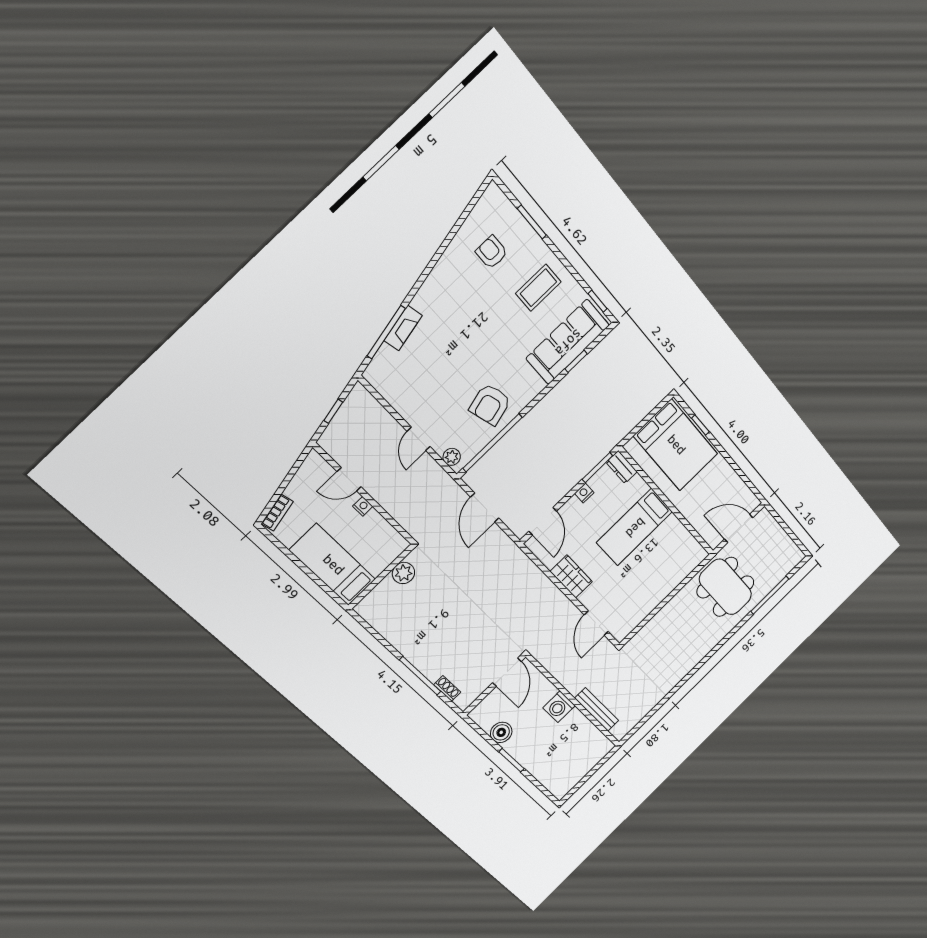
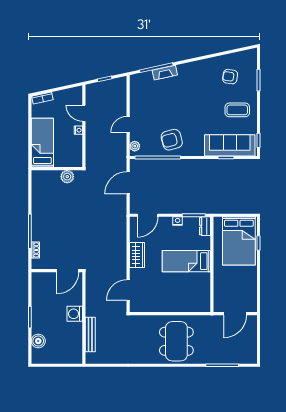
armchair: (492, 252) -> (230, 77), turned -81
door: (739, 528) -> (235, 314), swing flipped
dining table: (725, 587) -> (176, 341), moved
boiler: (501, 732) -> (38, 341), moved

